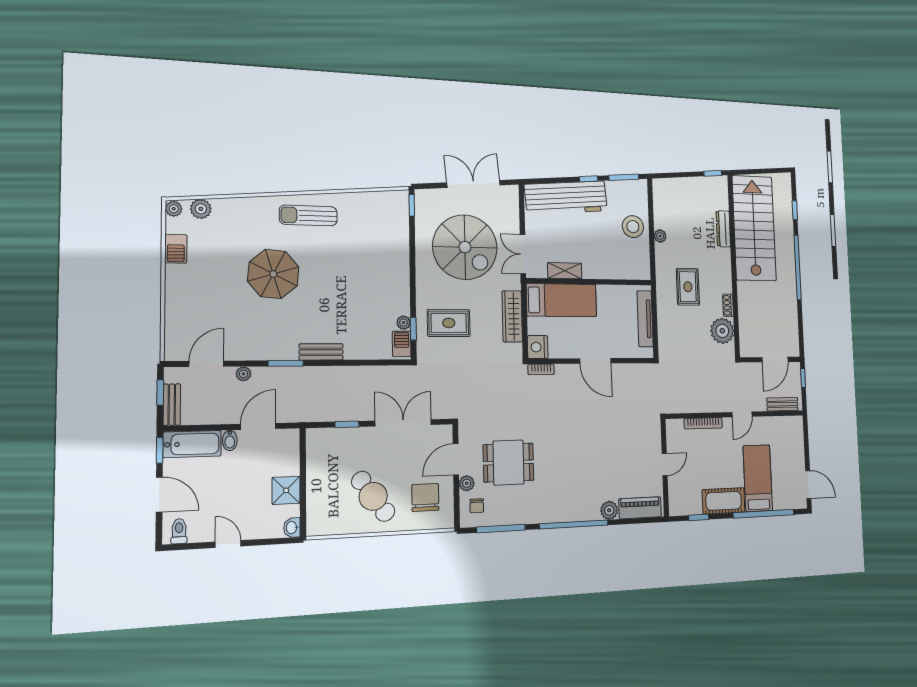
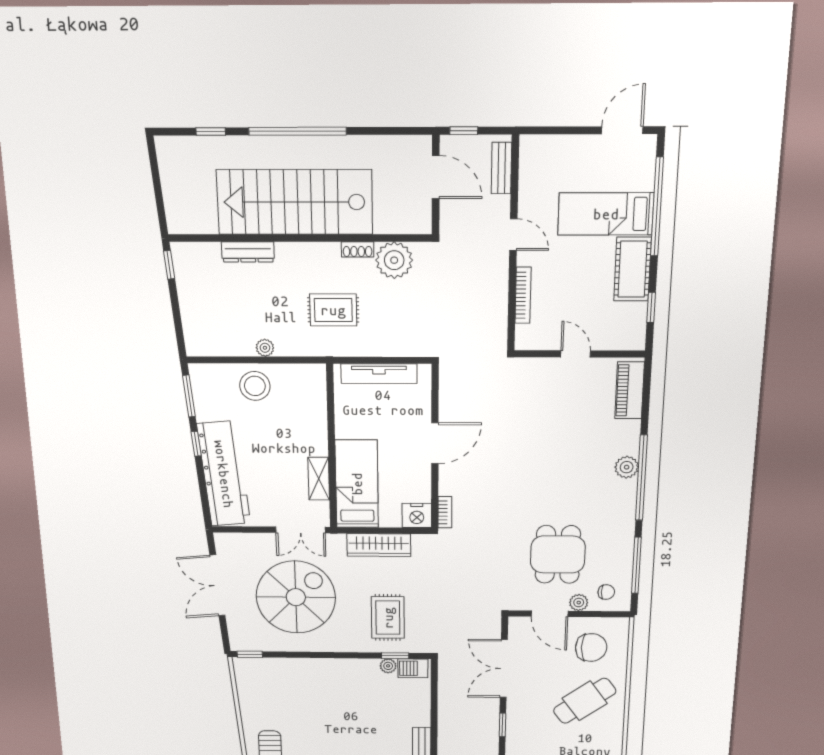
stairs: (754, 228) -> (295, 202), moved
chair: (425, 497) -> (591, 648), turned 180
plant: (609, 510) -> (627, 467), moved

